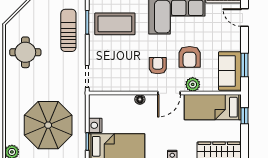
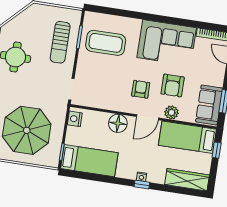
sun lounger: (68, 30) -> (60, 42), turned 180
floor lamp: (140, 99) -> (118, 123), width x1.89, depth x1.89
nightstand: (95, 125) -> (75, 119), moved

